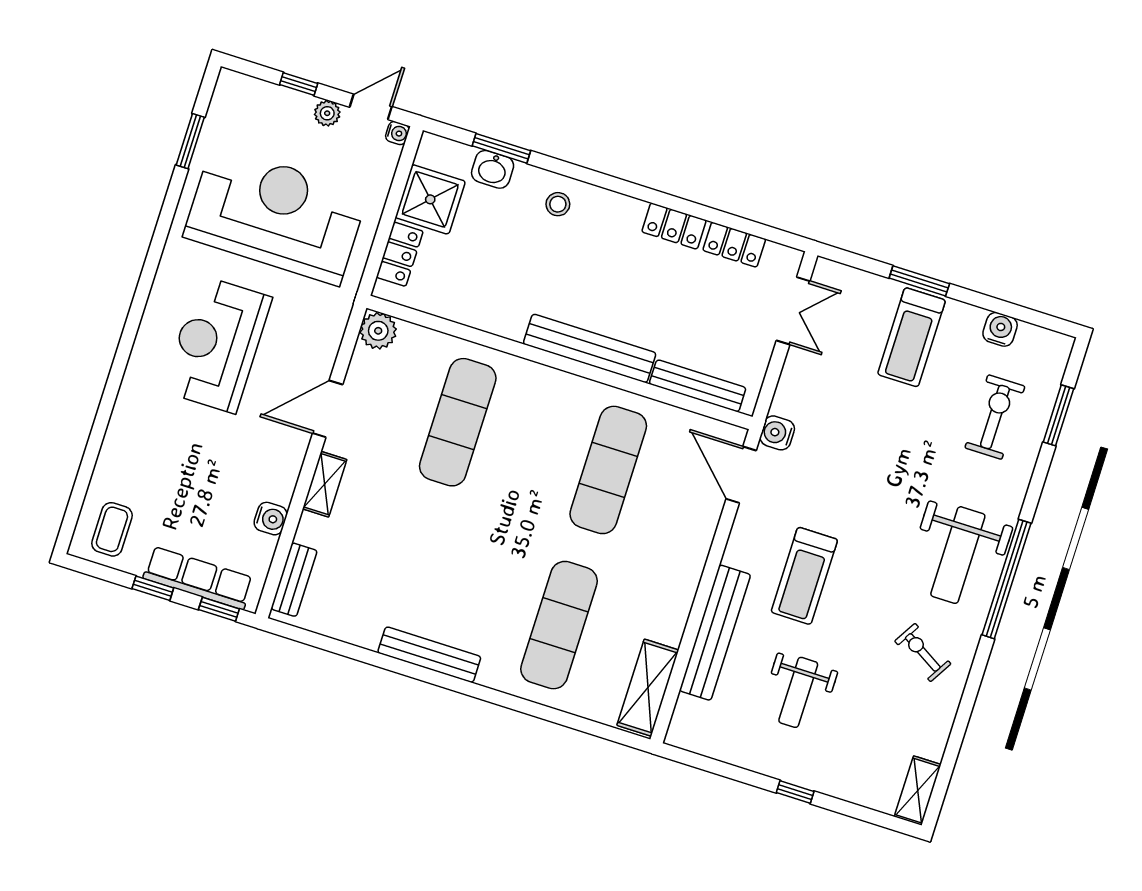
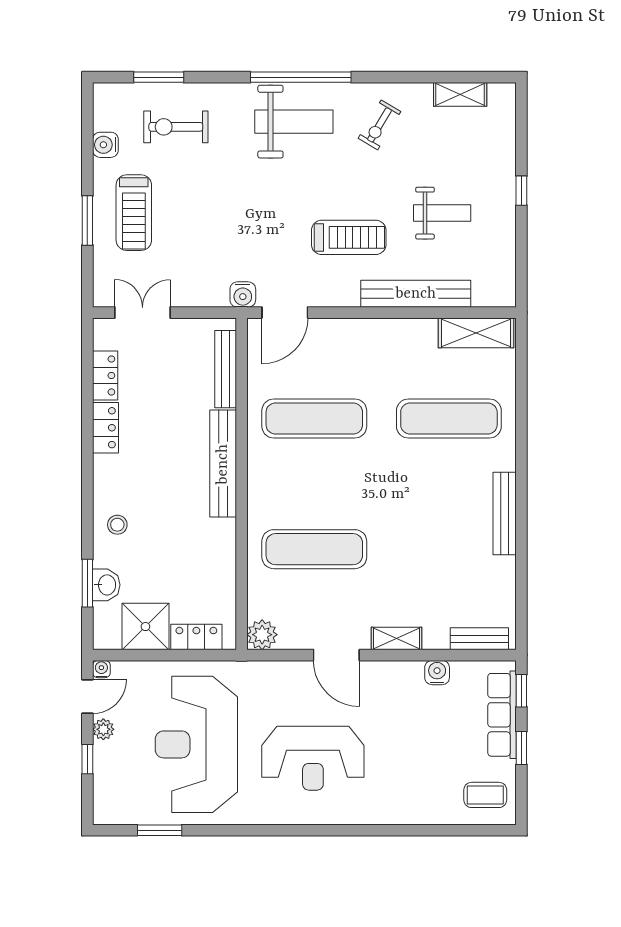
door: (371, 107) -> (87, 697), swing flipped
treadmill: (911, 337) -> (134, 213), turned 90
shelving: (918, 791) -> (460, 94), moved

